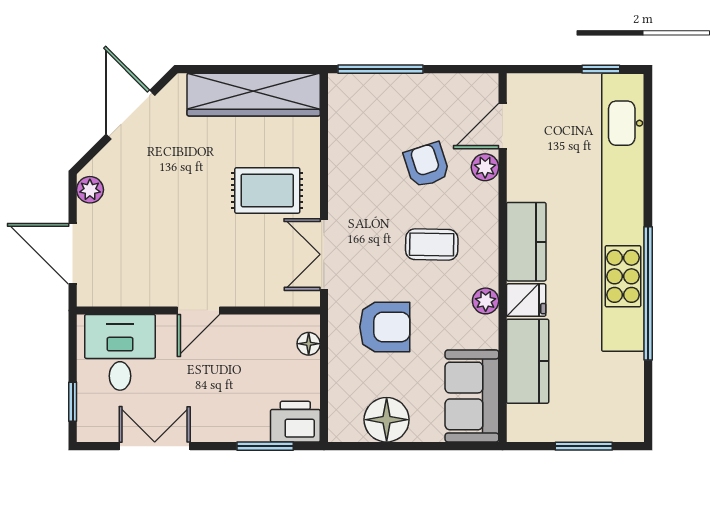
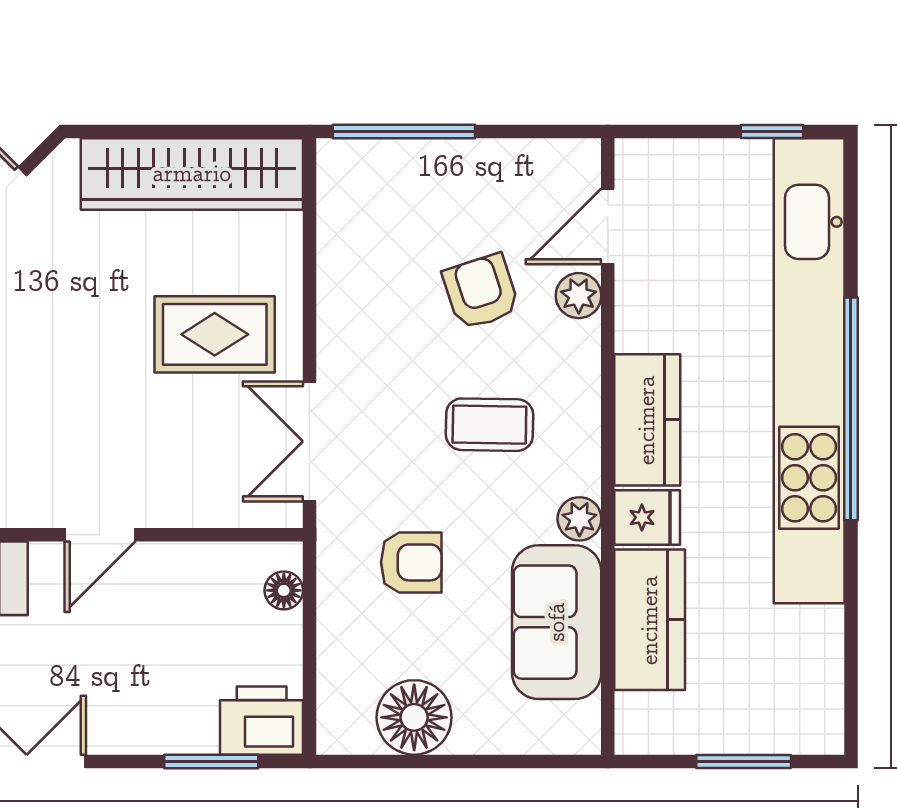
window: (648, 293) -> (851, 409), moved
armchair: (385, 327) -> (411, 562), width x0.72, depth x0.72
sofa: (472, 396) -> (557, 622), moved

